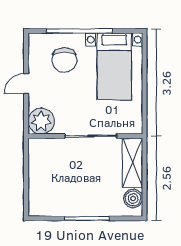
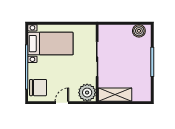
chair: (64, 60) -> (38, 88), moved
door: (26, 84) -> (62, 103), swing flipped
shelving: (133, 163) -> (115, 95), moved

